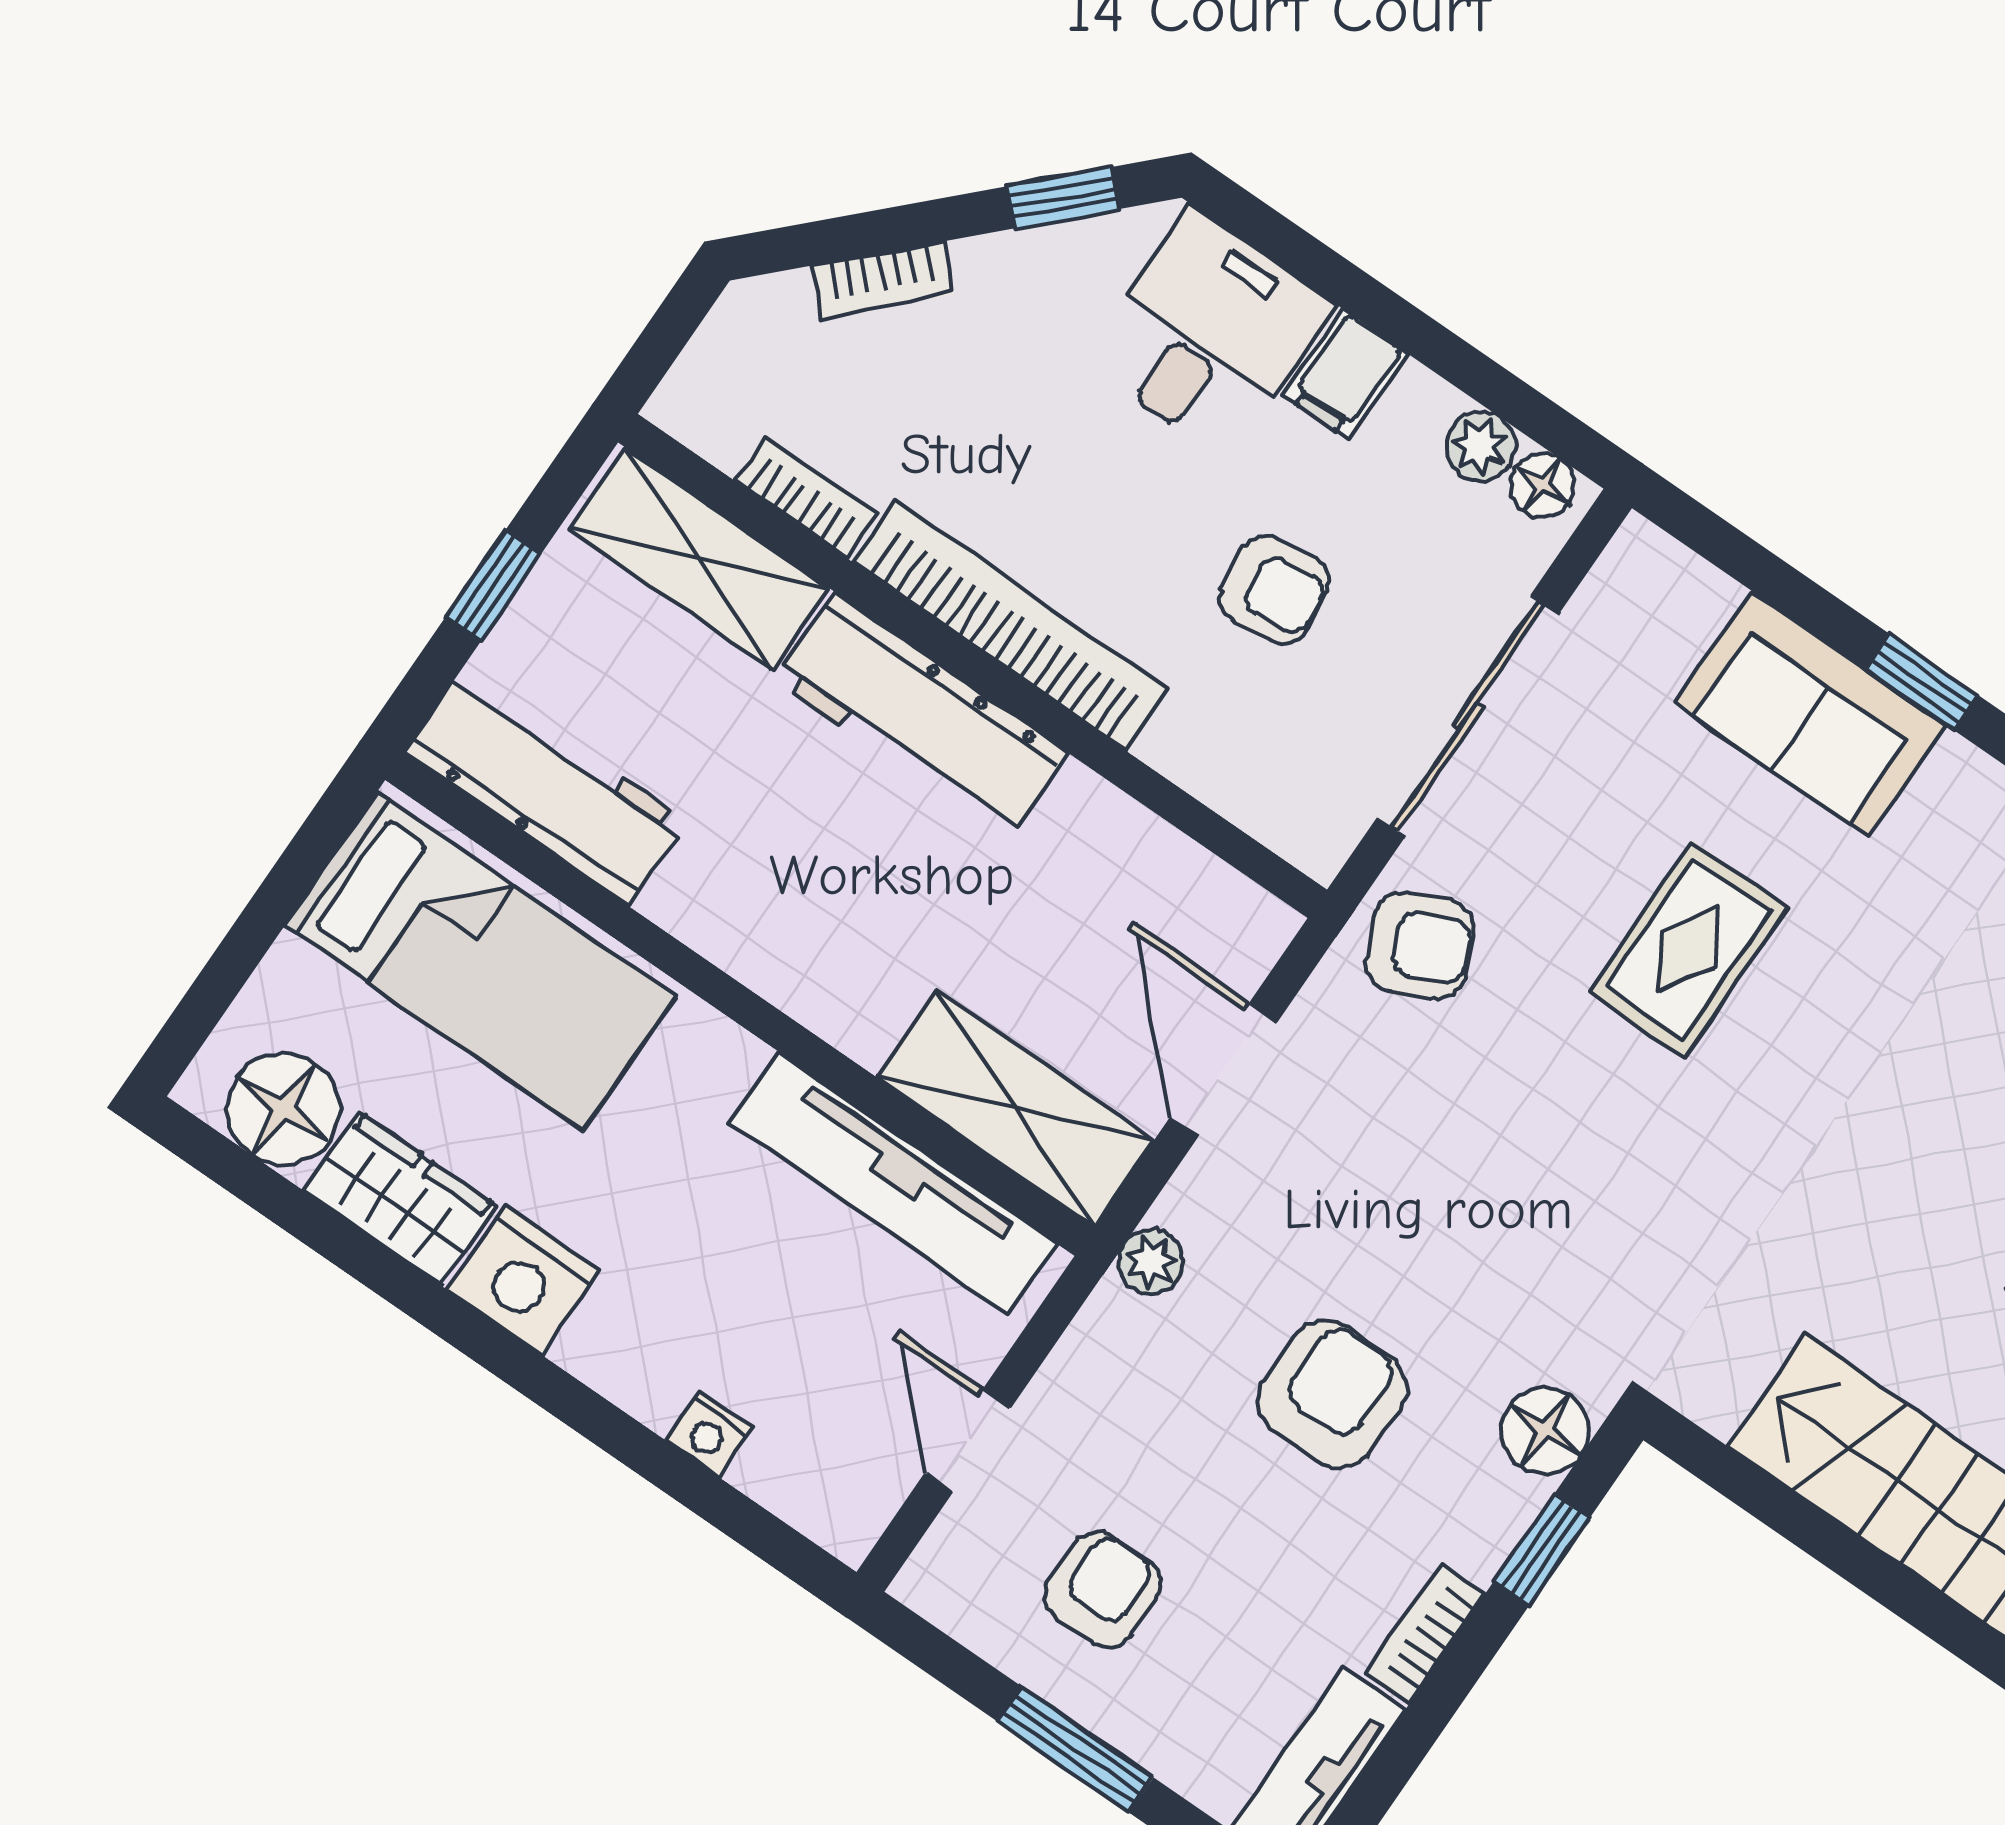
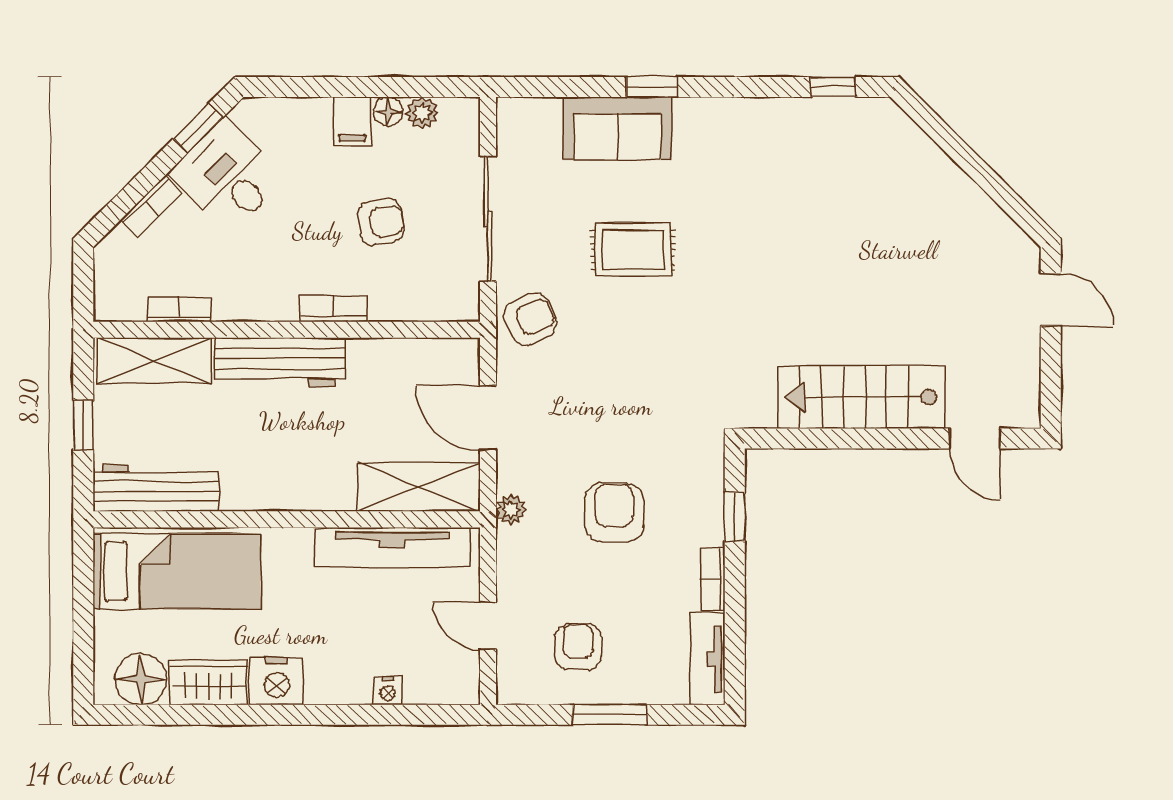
desk: (1209, 334) -> (227, 176), moved, turned -45
floor lamp: (1542, 485) -> (388, 112), moved
bookcase: (1010, 626) -> (334, 309), width x0.43, depth x0.76
rug: (1688, 949) -> (633, 250), turned 90
floor lamp: (1545, 1430) -> (705, 470), removed

